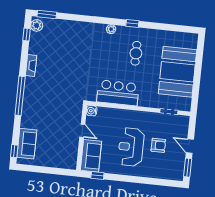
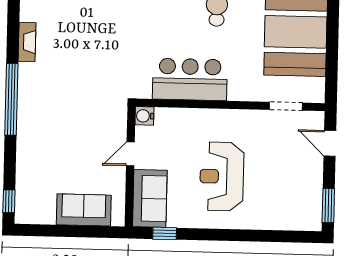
door: (82, 131) -> (130, 154), swing flipped
sofa: (27, 144) -> (84, 210), moved, turned -90
armchair: (158, 145) -> (271, 169), removed
door: (190, 146) -> (330, 143), moved

